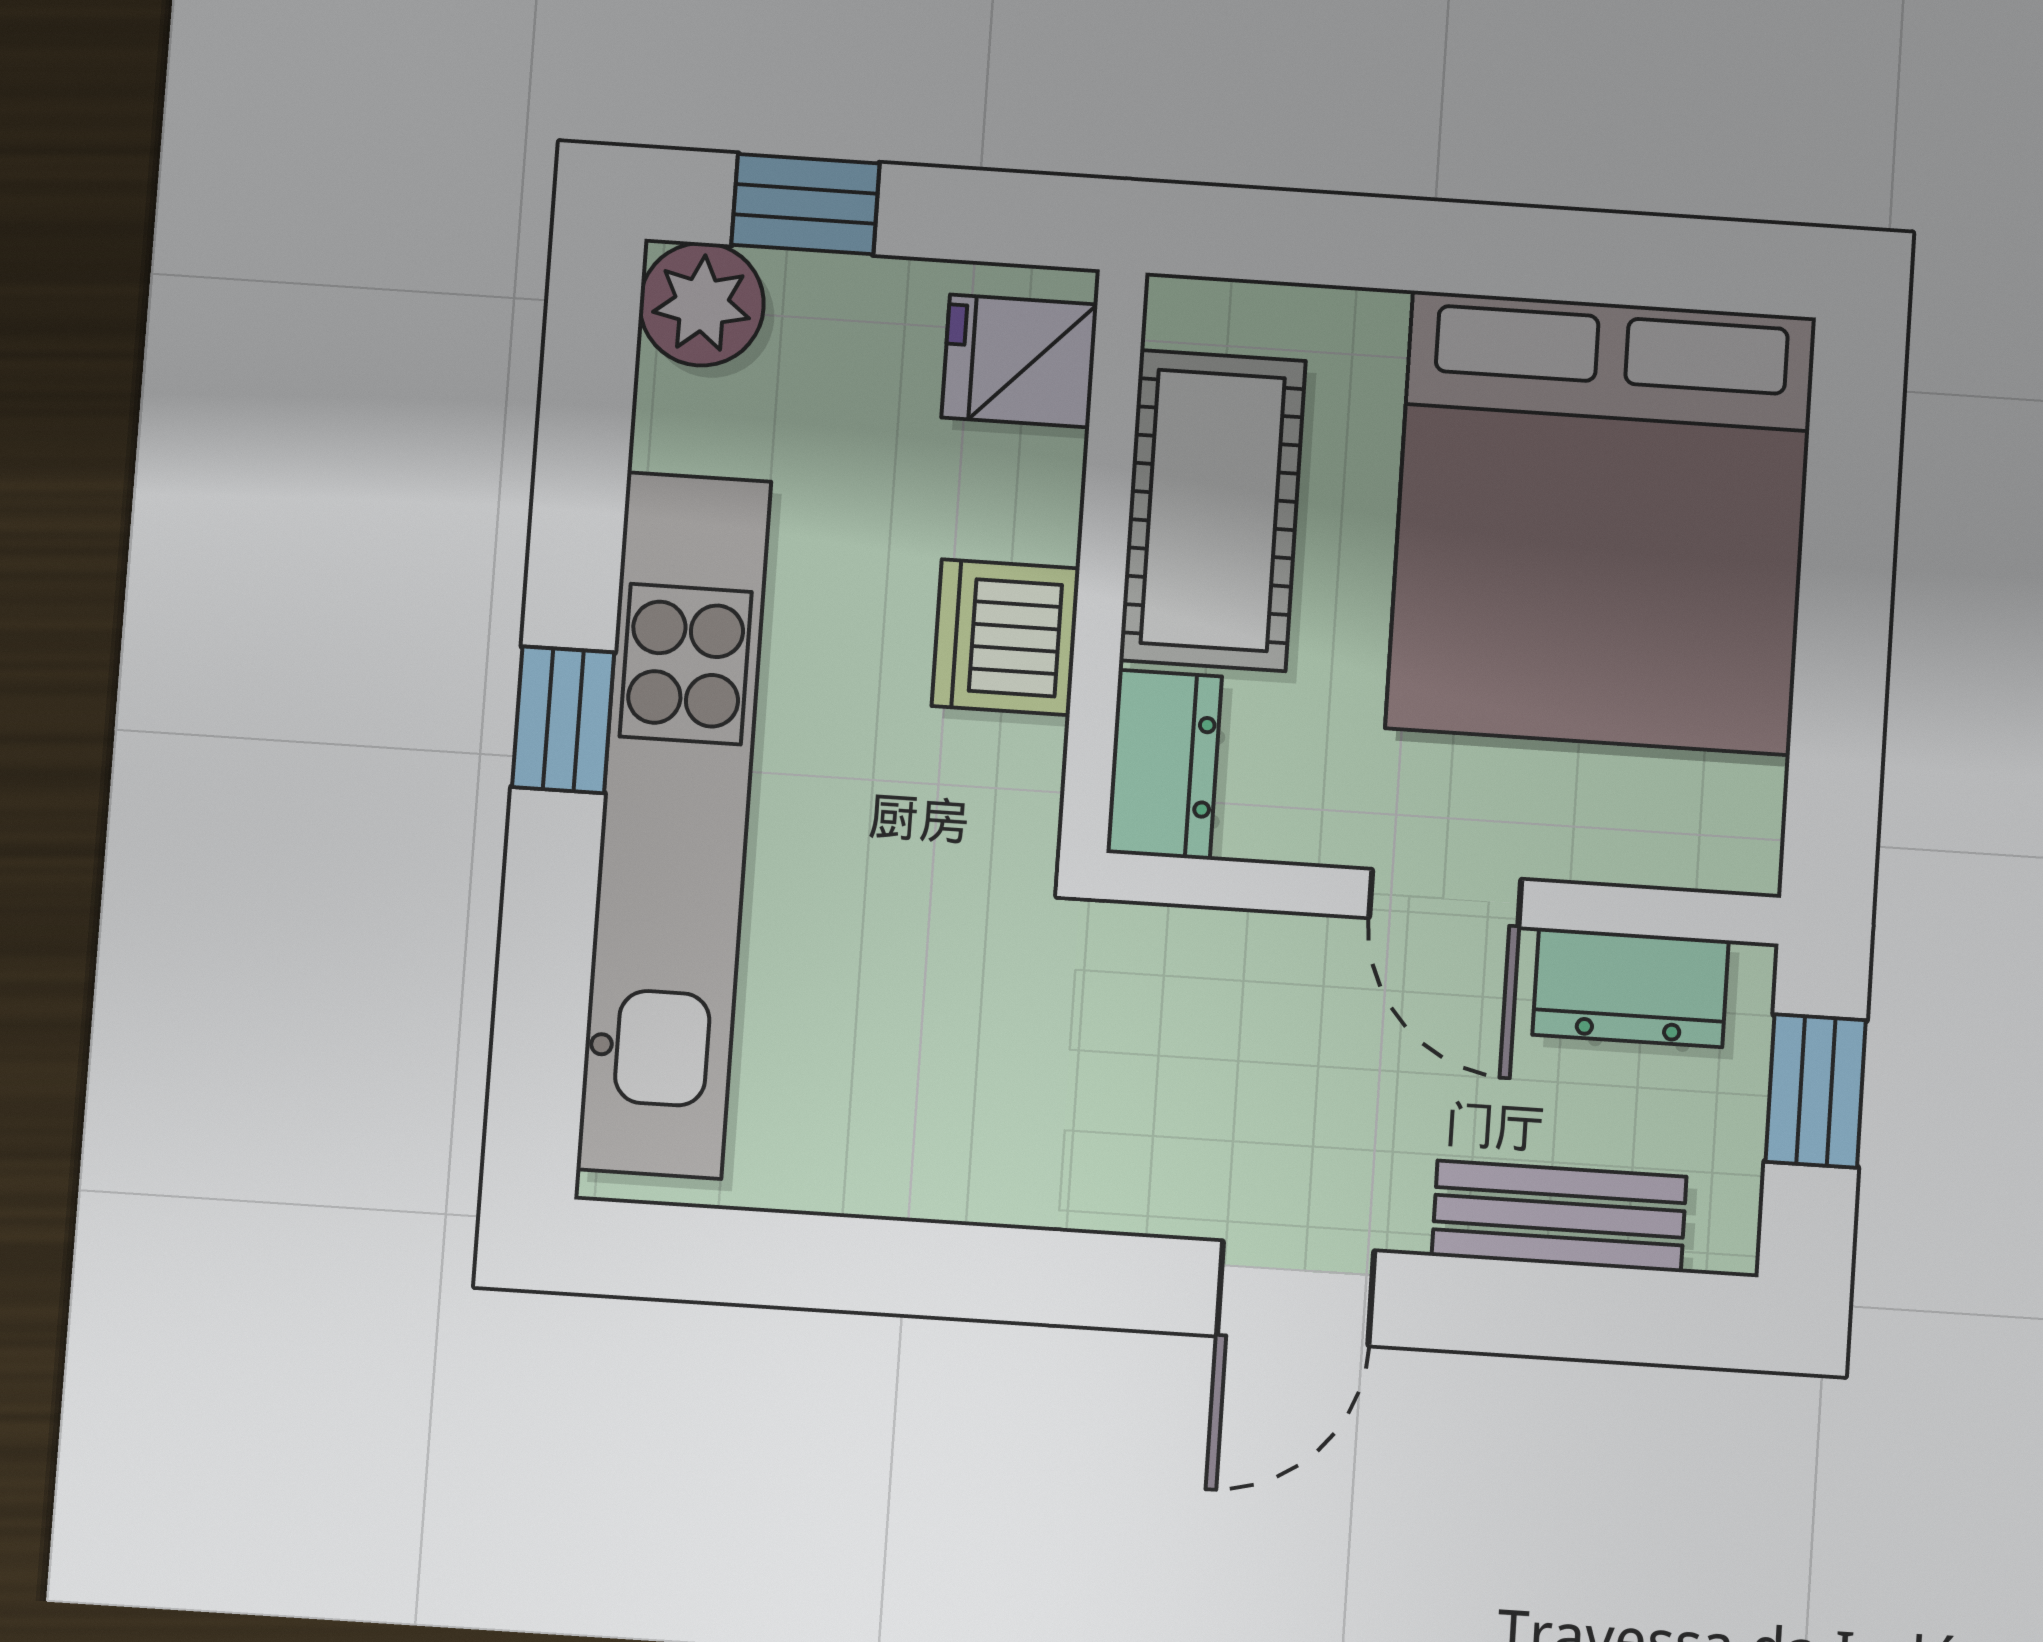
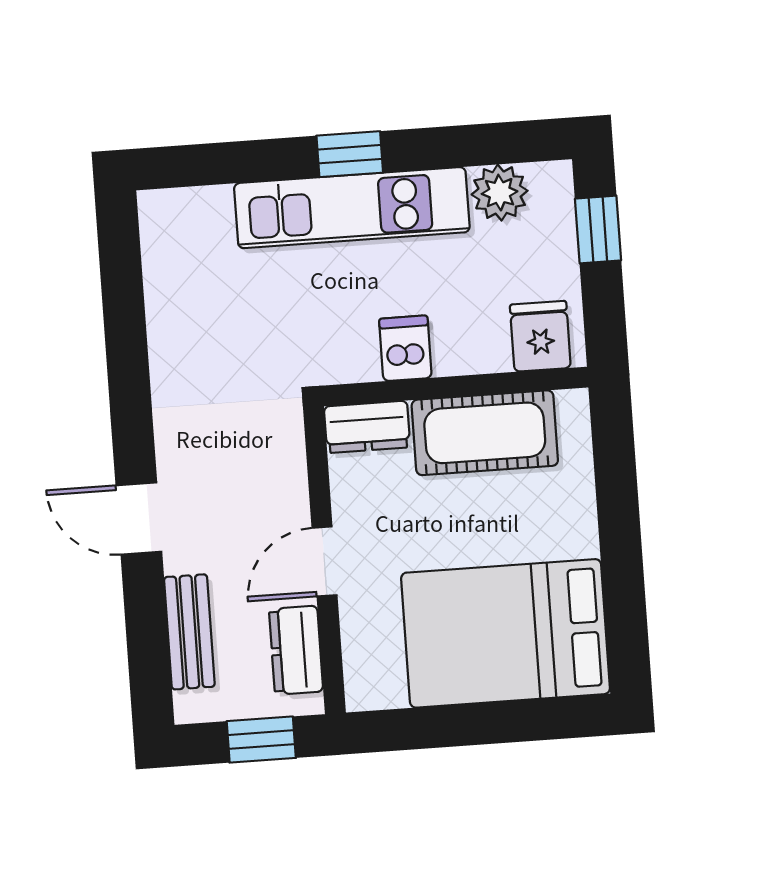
plant: (702, 304) -> (500, 193), moved
bed: (1601, 522) -> (506, 633), width x0.73
dishwasher: (1006, 637) -> (405, 348), width x0.73
kitchen unit: (674, 824) -> (352, 208), width x0.73

